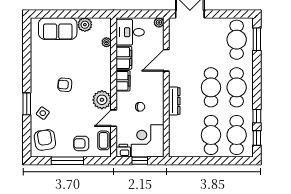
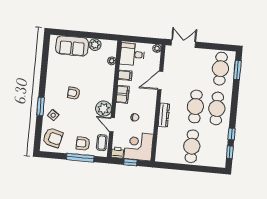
filing cabinet: (124, 58) -> (125, 75), width x0.50
door: (114, 118) -> (112, 125), hinge flipped
cafe table: (237, 135) -> (213, 148), removed
armchair: (45, 140) -> (53, 138), turned 113
window: (67, 161) -> (80, 158), moved

